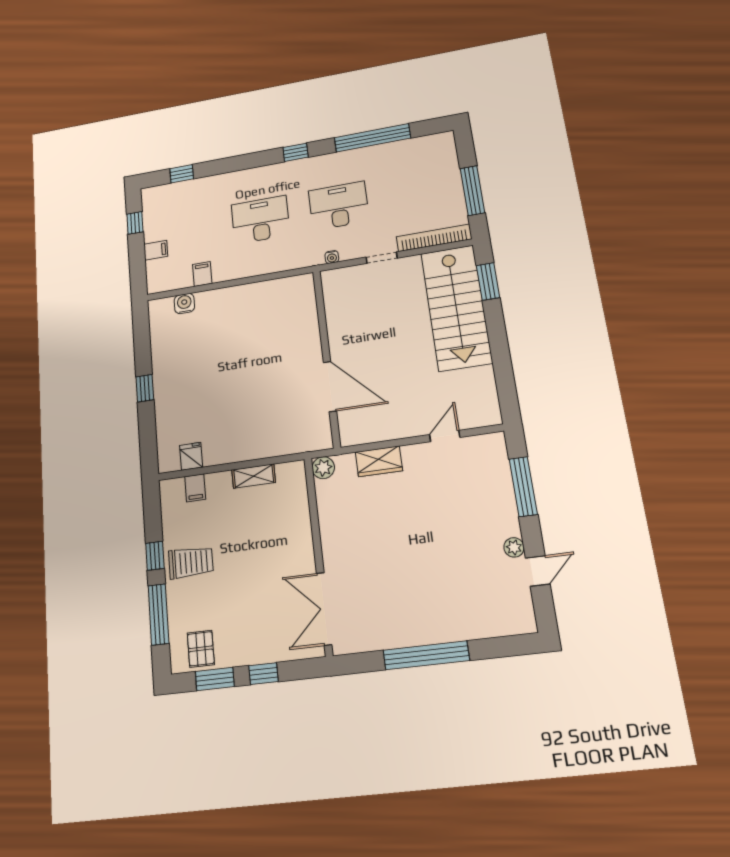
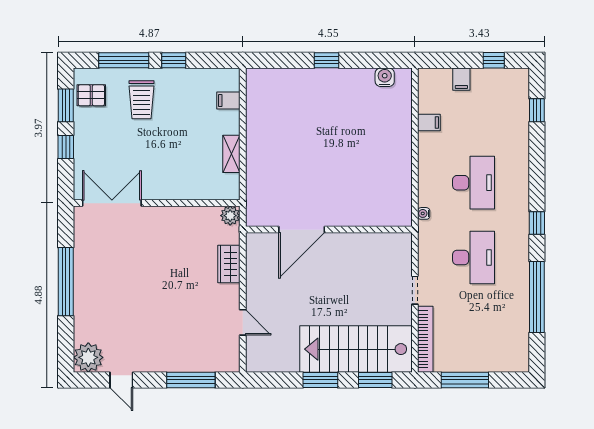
water cooler: (332, 257) -> (424, 213), moved
water cooler: (184, 304) -> (385, 77), moved, turned -90
window: (498, 340) -> (320, 380), added
fridge: (191, 456) -> (257, 99), removed
plant: (514, 547) -> (88, 357), moved, width x1.88, depth x1.88
trolley: (191, 562) -> (141, 100), moved

